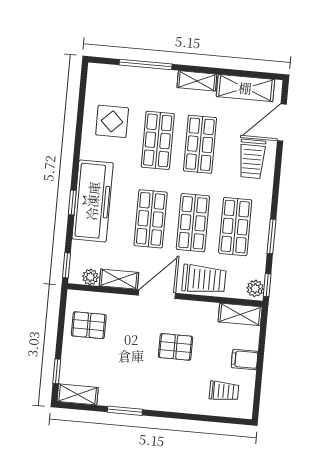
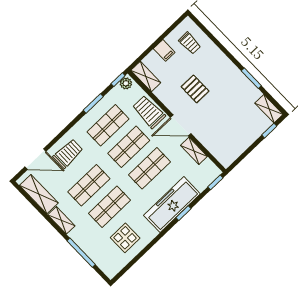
plant: (90, 277) -> (208, 165), removed
pallet: (89, 325) -> (231, 140), removed
trolley: (224, 391) -> (190, 43), turned 180

